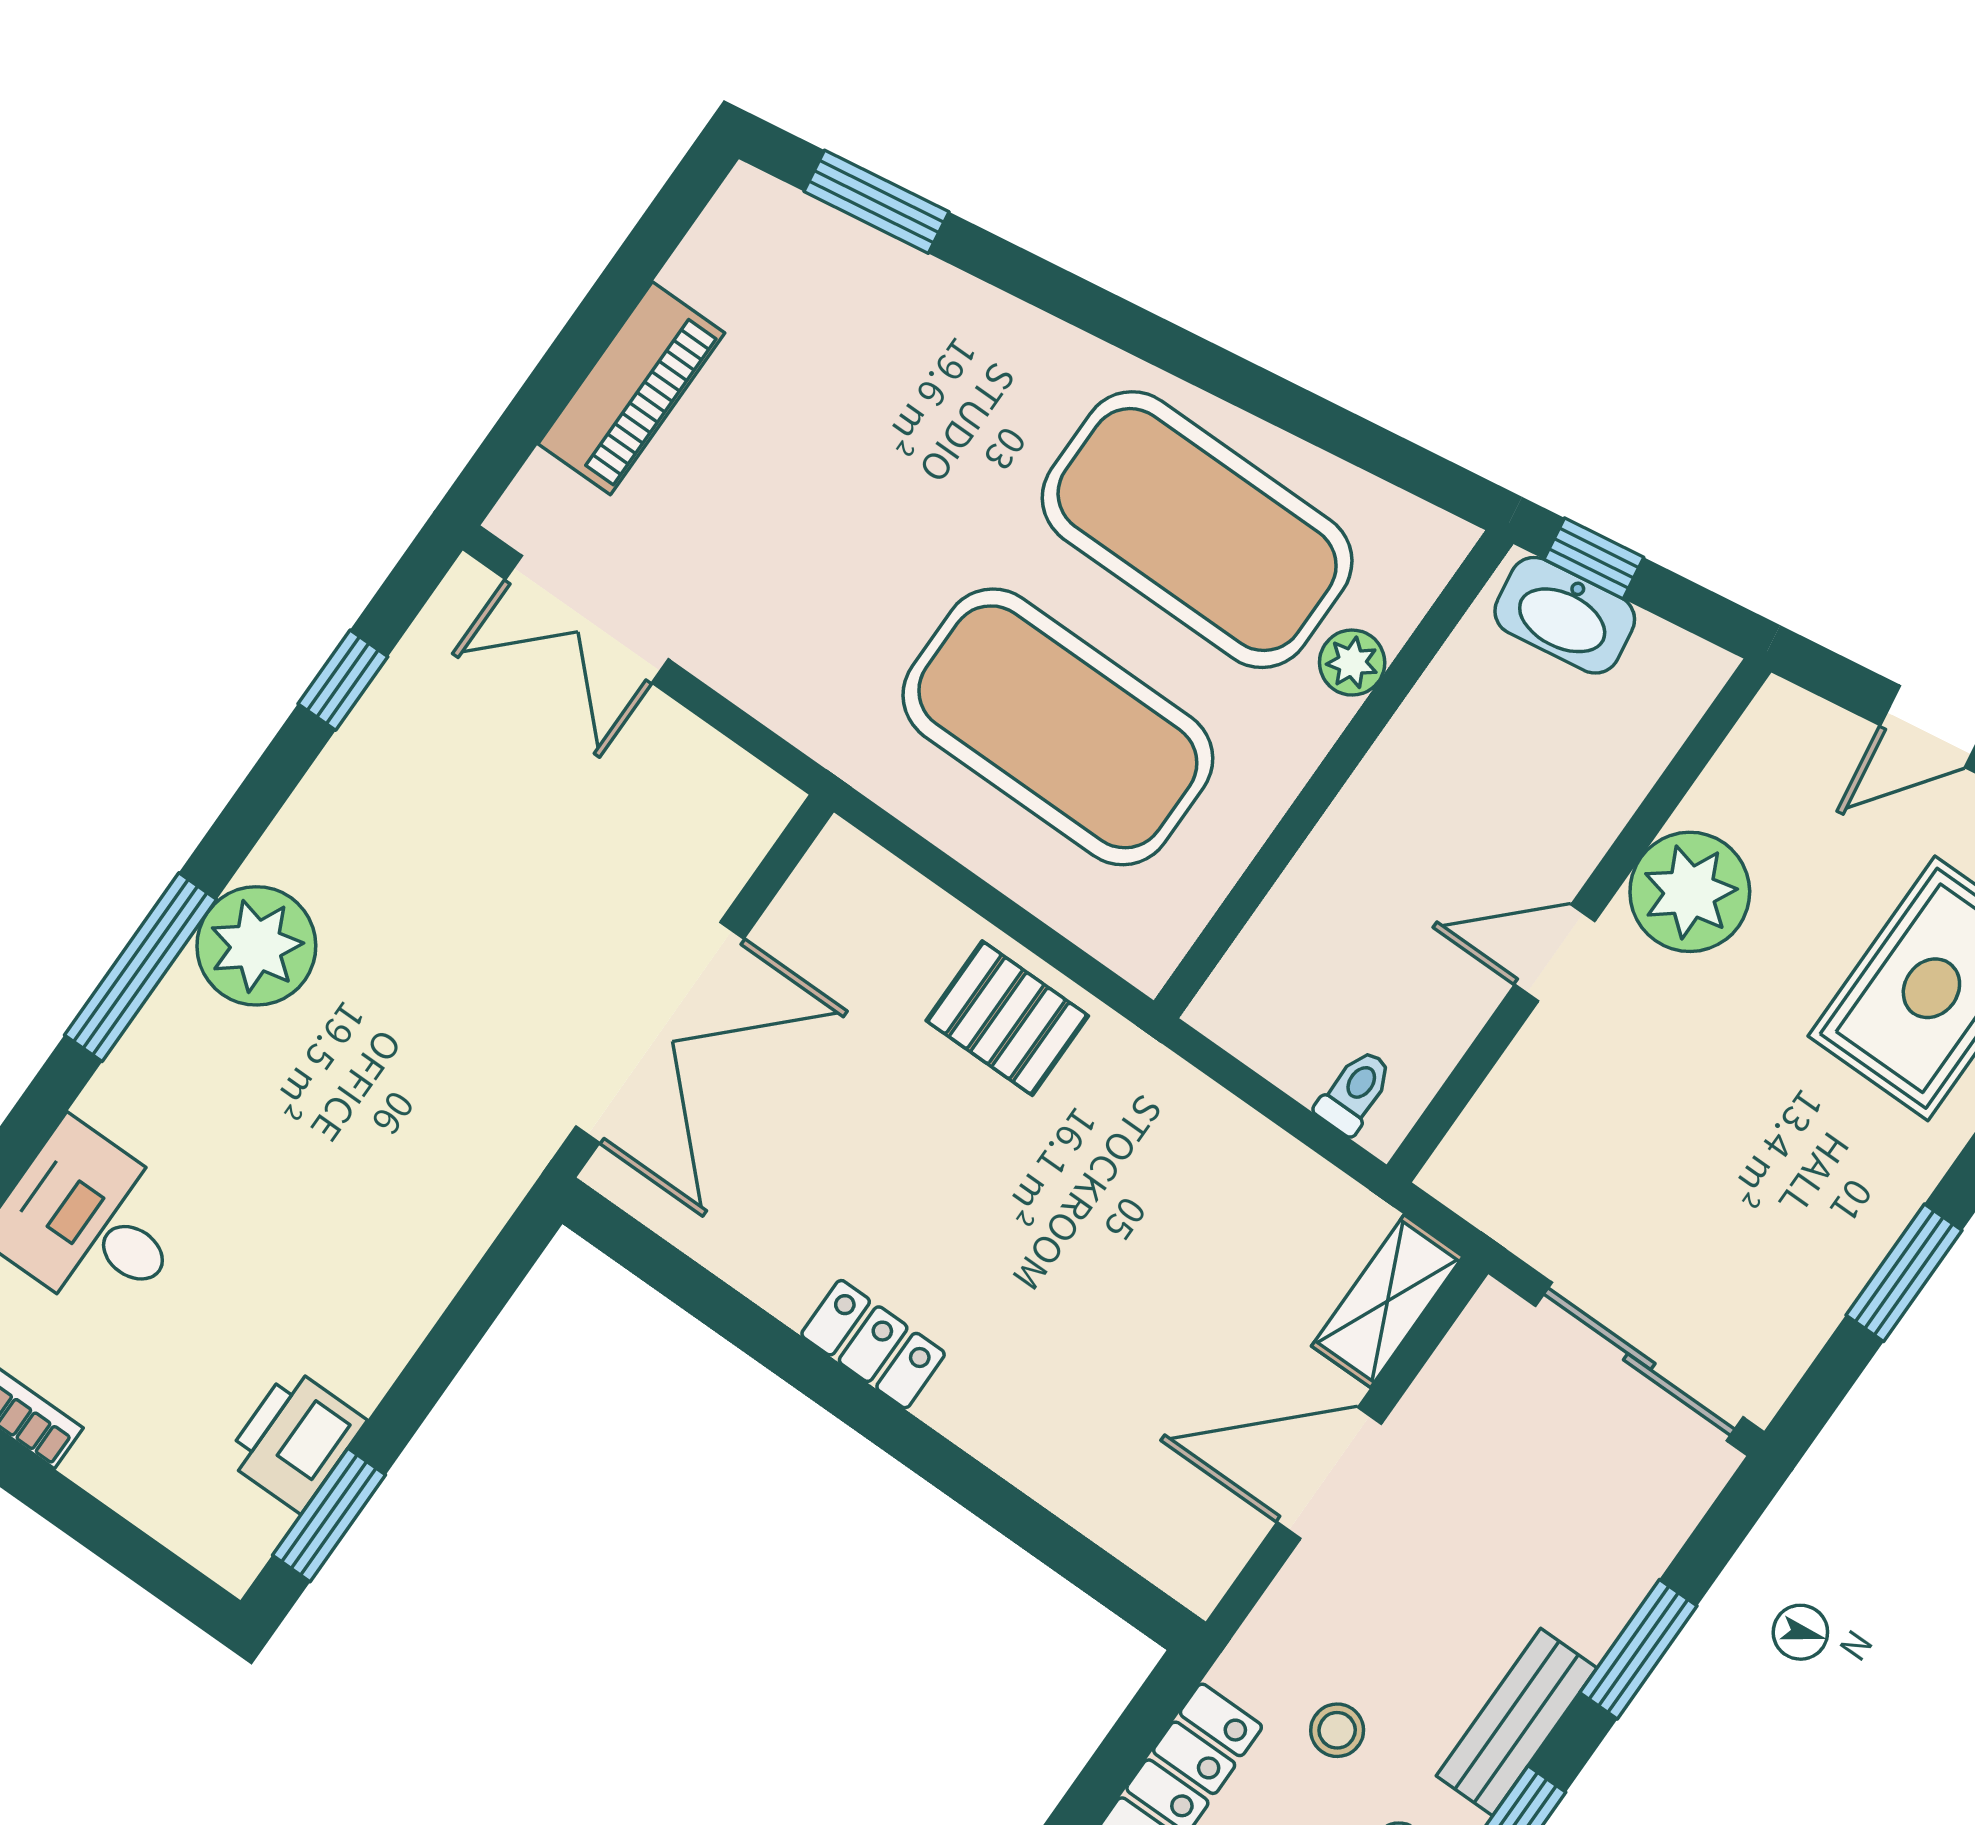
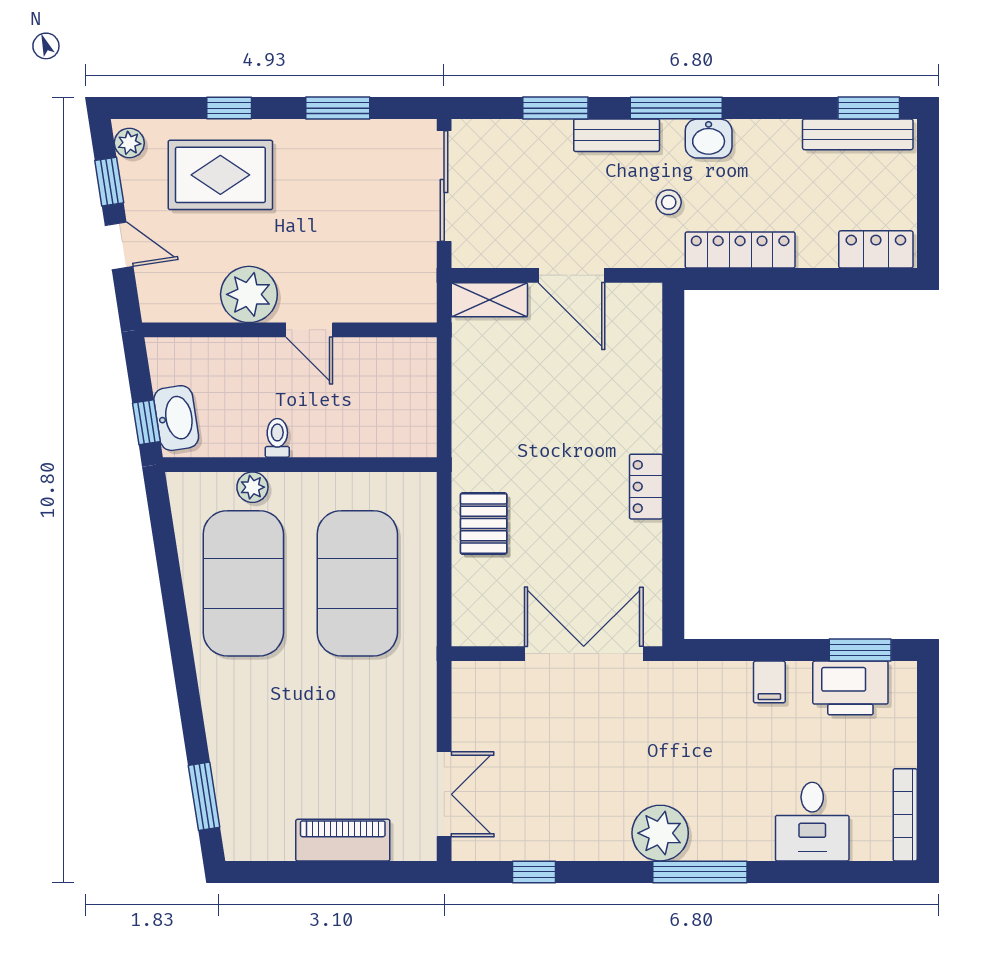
toilet: (1355, 1092) -> (277, 438), moved, turned 90
filing cabinet: (385, 1319) -> (769, 682), added
printer: (295, 1440) -> (850, 688), width x1.37, depth x1.19

